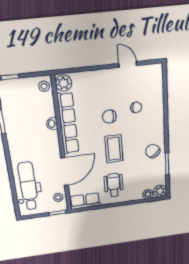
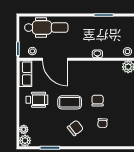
row of seats: (68, 124) -> (96, 67), removed
chair: (153, 151) -> (75, 128), moved

